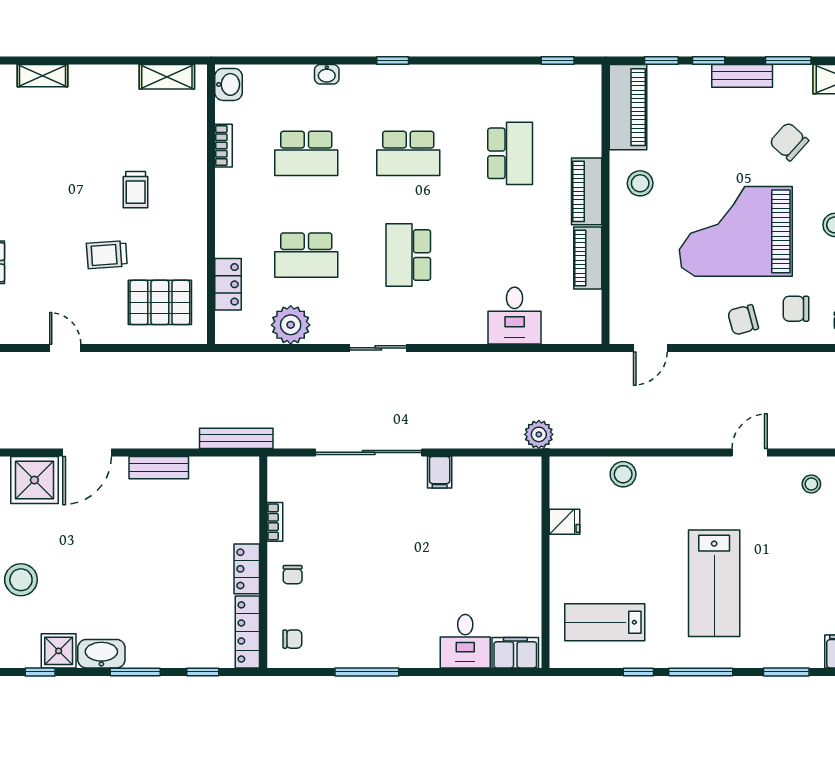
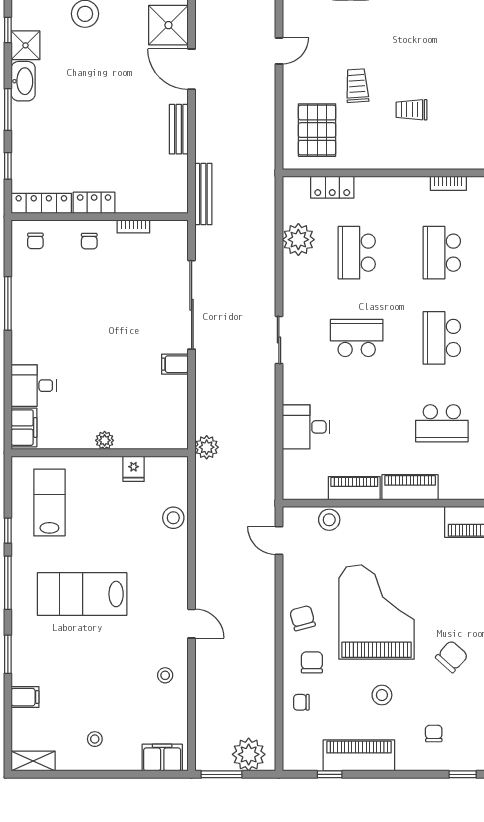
stool: (640, 183) -> (329, 520), moved
sliding door: (378, 348) -> (279, 340), moved
plant: (531, 556) -> (105, 440), added
chair: (293, 575) -> (89, 241), turned -90

